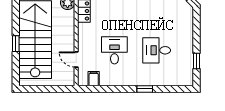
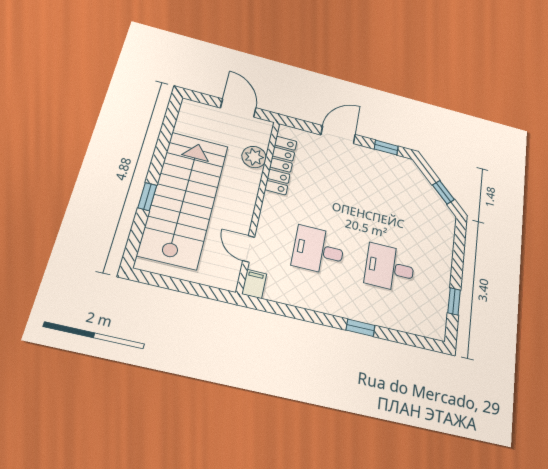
desk: (114, 50) -> (318, 250), turned -90
filing cabinet: (94, 79) -> (254, 284), moved

